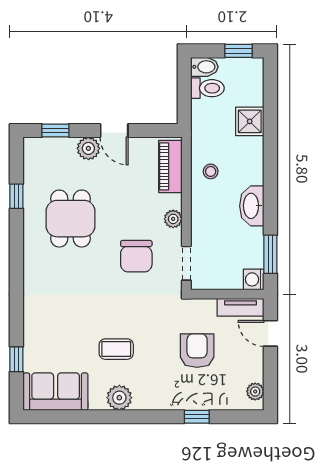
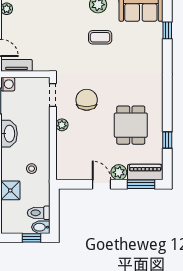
window: (238, 51) -> (32, 238), moved
window: (55, 130) -> (141, 184), width x1.50
piano: (170, 166) -> (145, 172), moved, turned -90
stool: (211, 171) -> (32, 169), moved
armchair: (197, 351) -> (46, 36), removed

